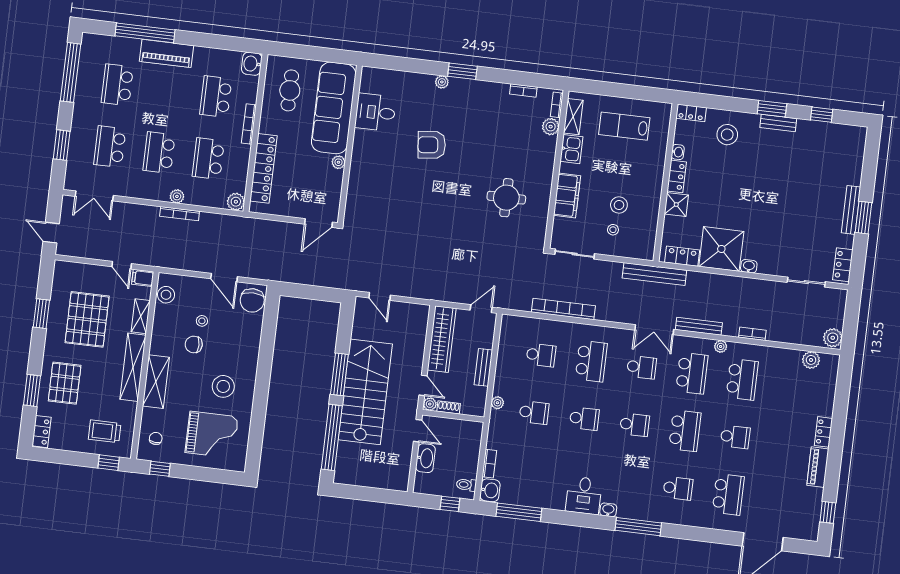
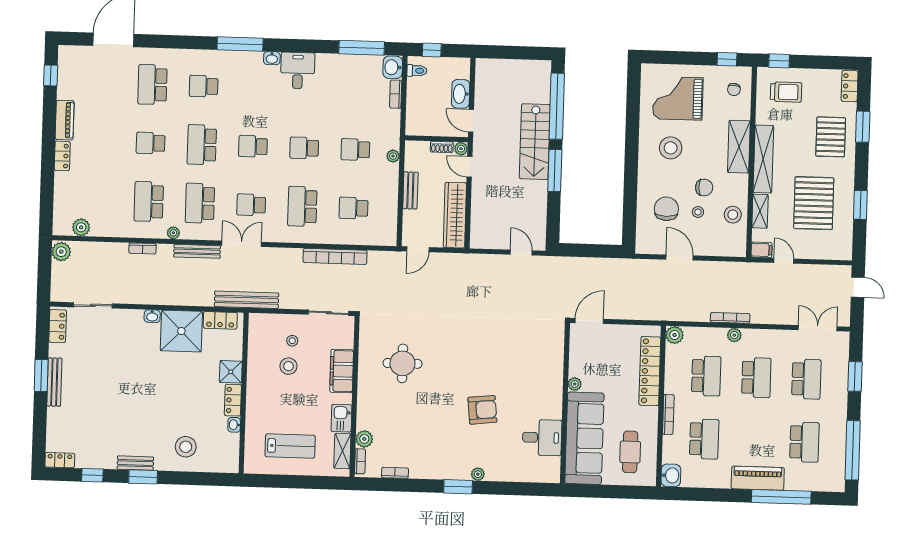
locker: (691, 113) -> (60, 460), moved
stool: (166, 295) -> (733, 215), moved
chair: (252, 300) -> (666, 209), moved
stairs: (365, 392) -> (535, 142), width x0.73, depth x0.66

